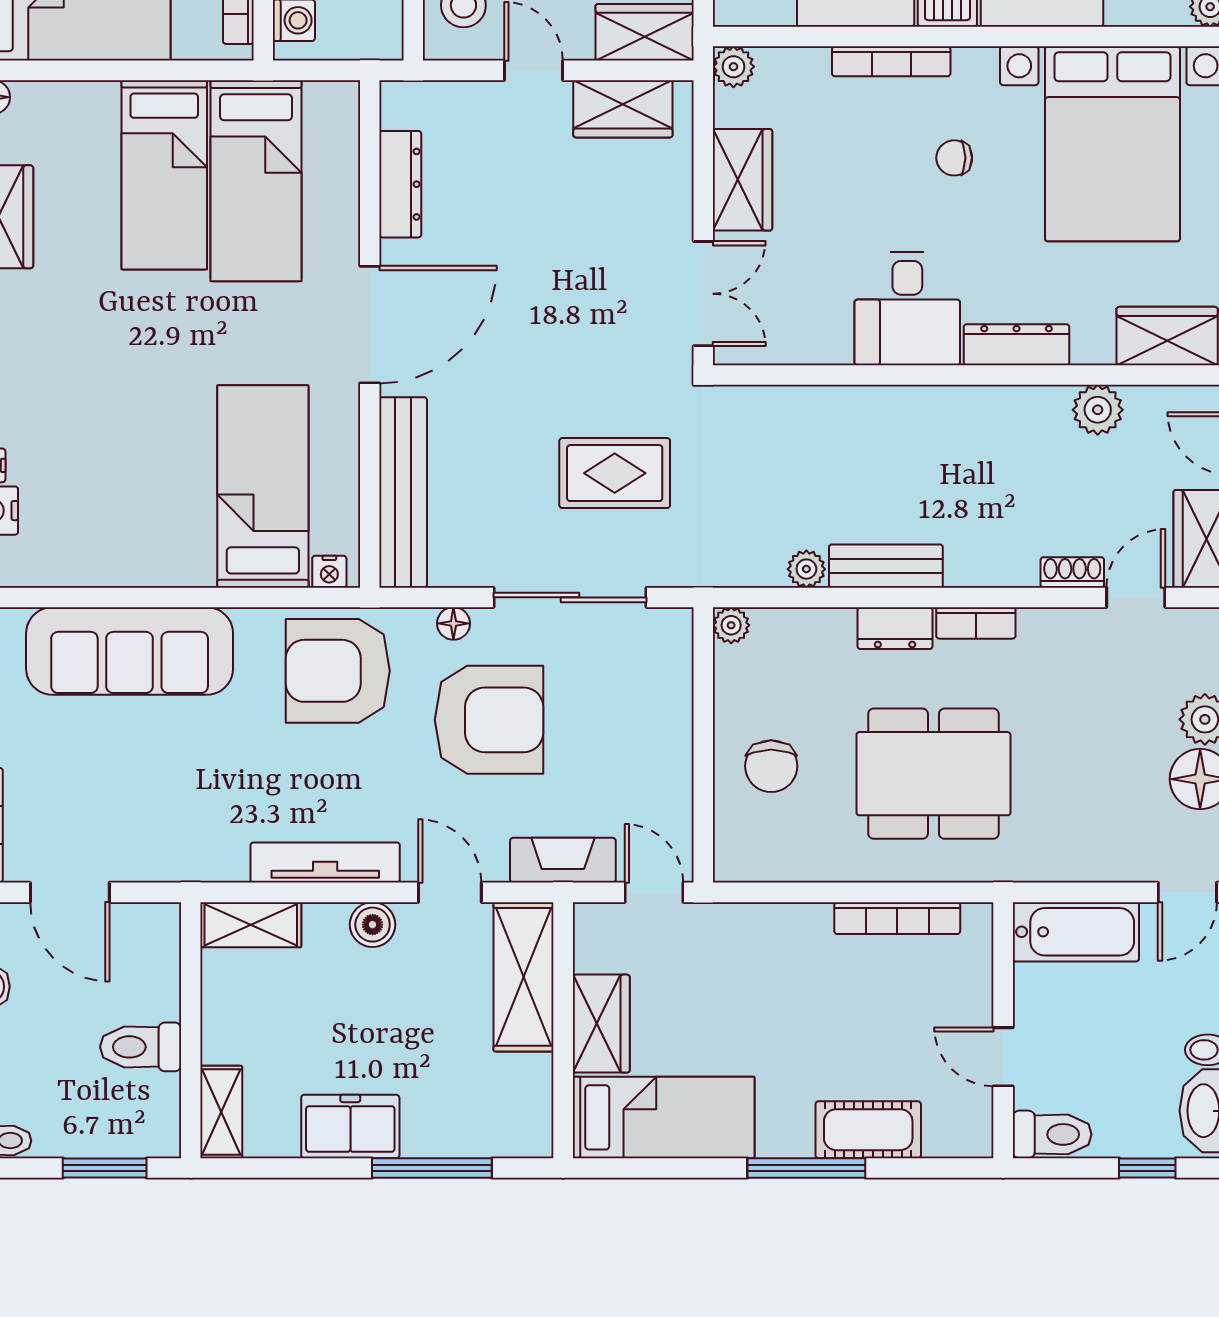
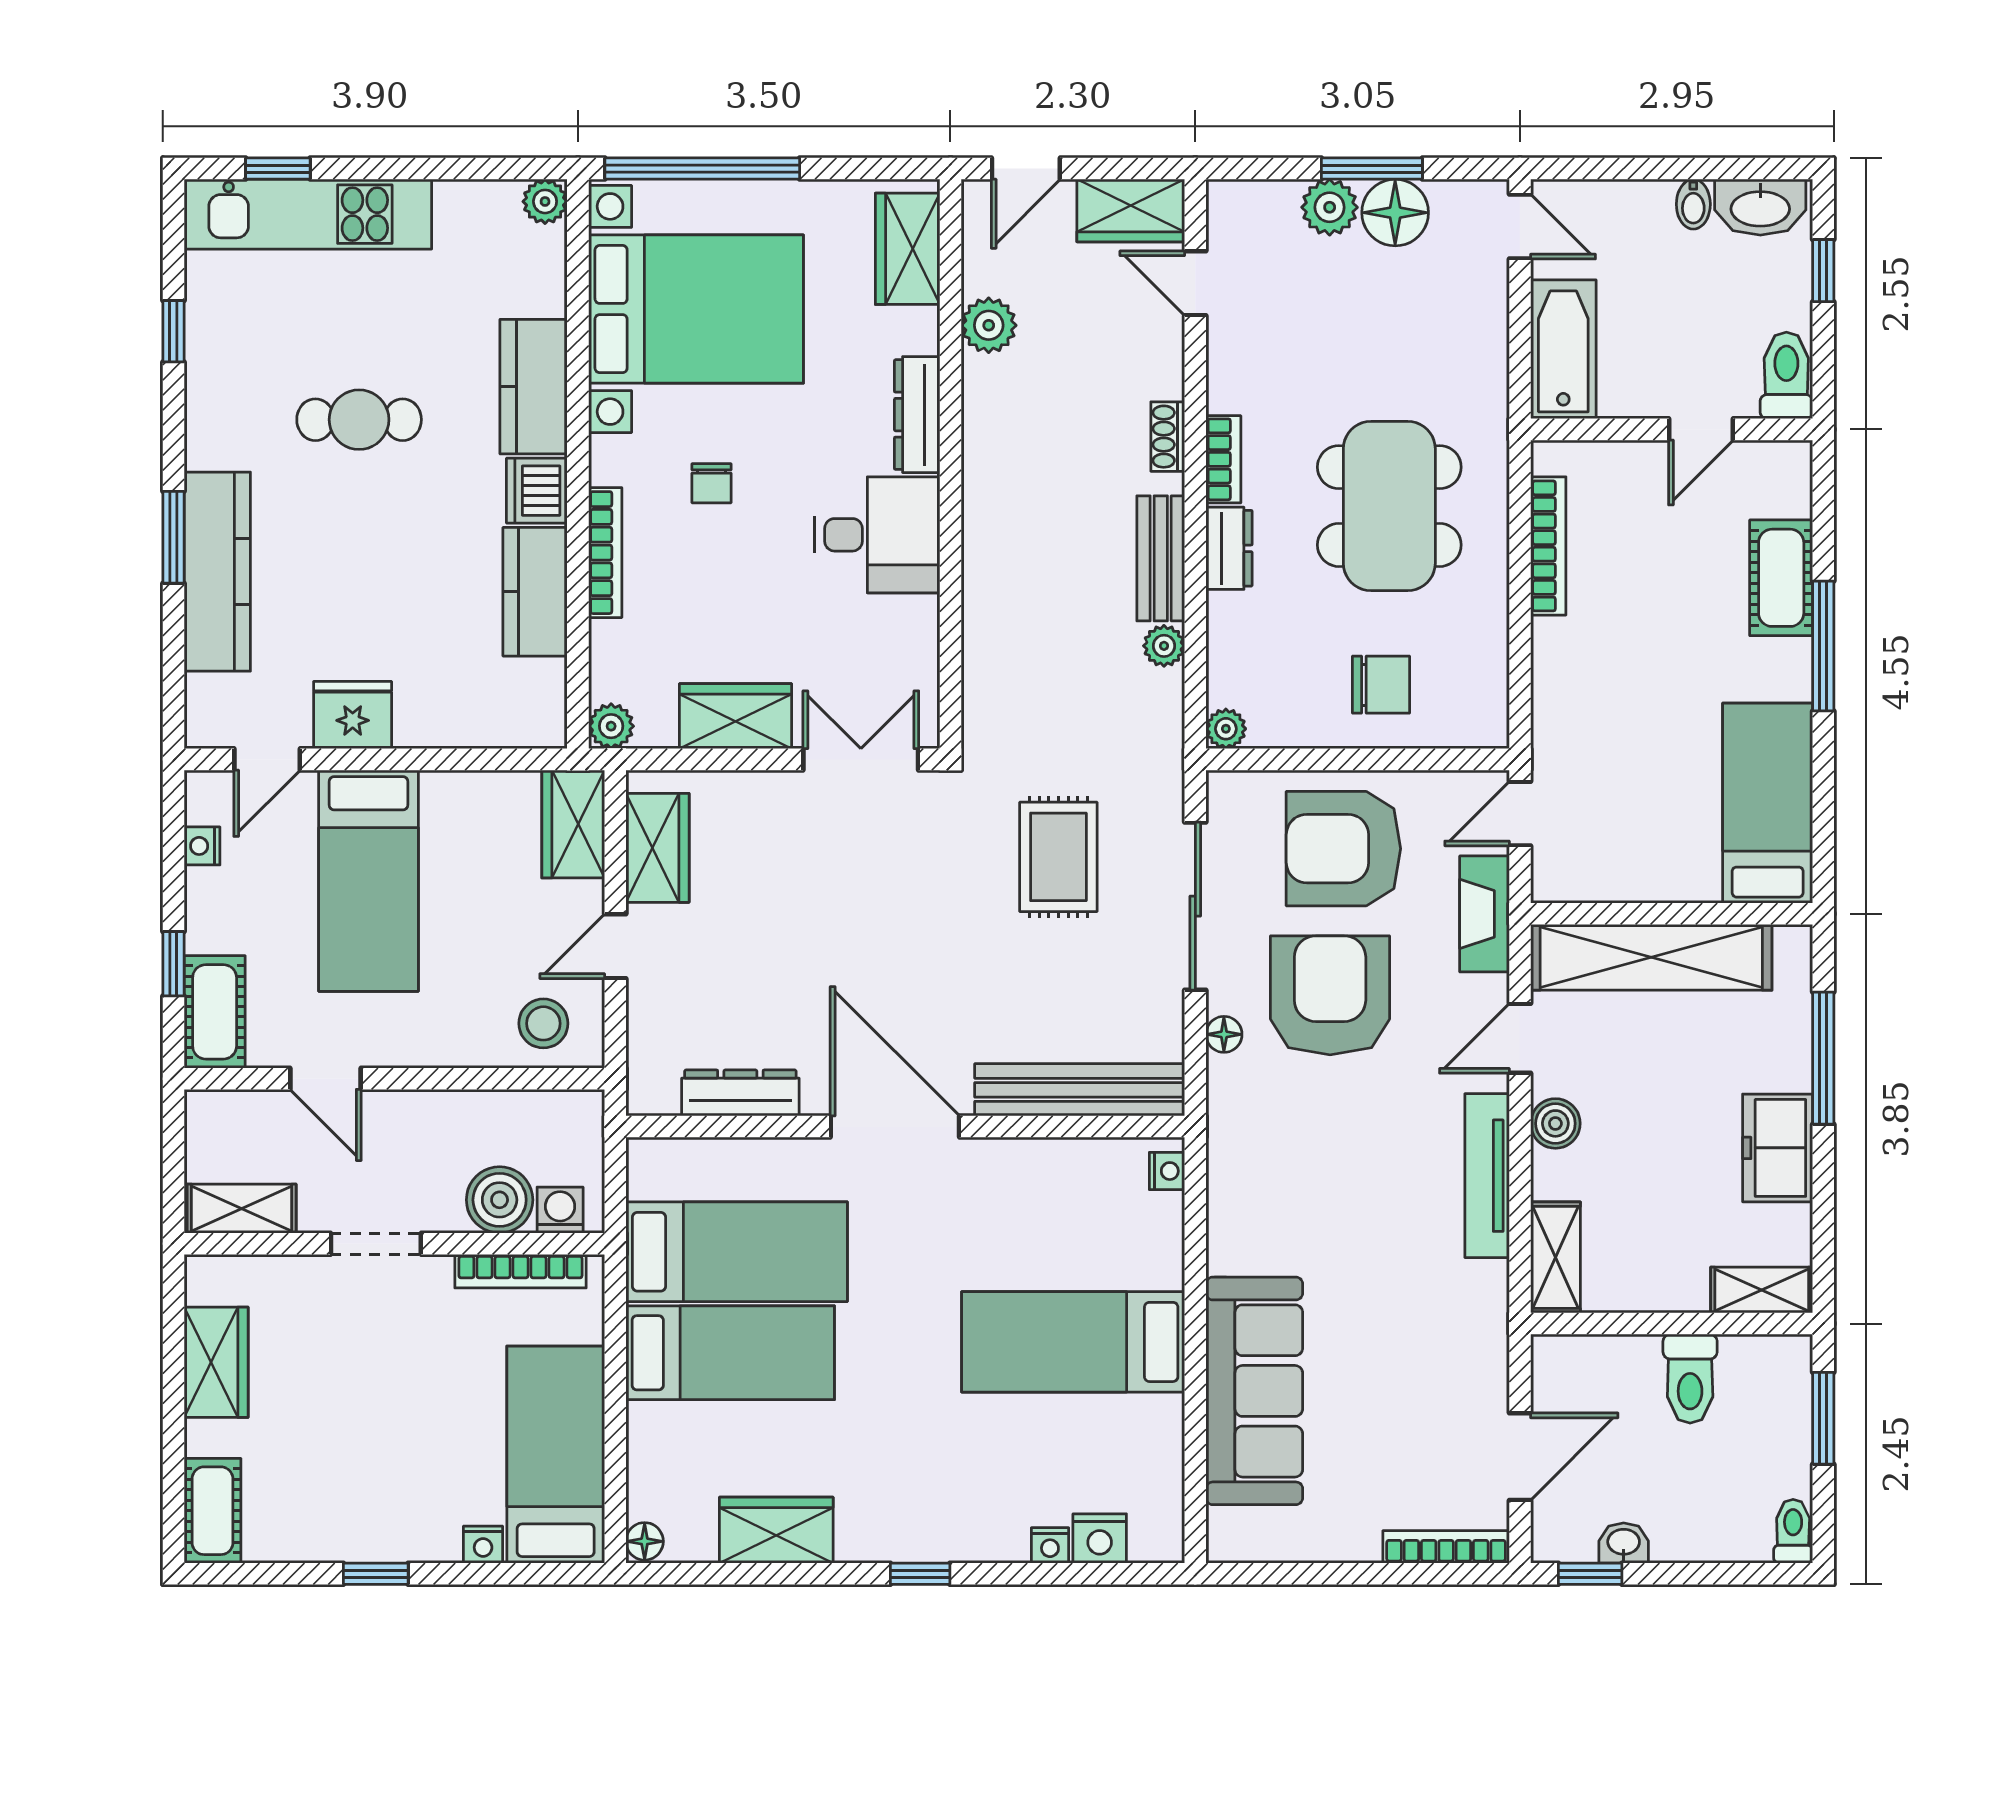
bed: (263, 486) -> (1073, 1342), moved
shoe rack: (1072, 572) -> (1168, 437), moved
armchair: (338, 671) -> (1343, 849), moved, turned 90
shelving: (524, 977) -> (1651, 957), width x1.47
wardrobe: (601, 1024) -> (1664, 872), removed

